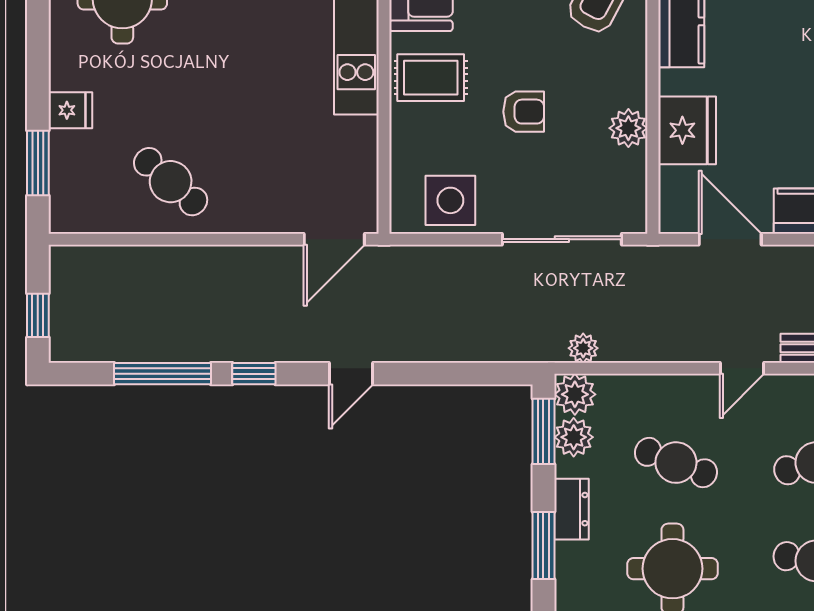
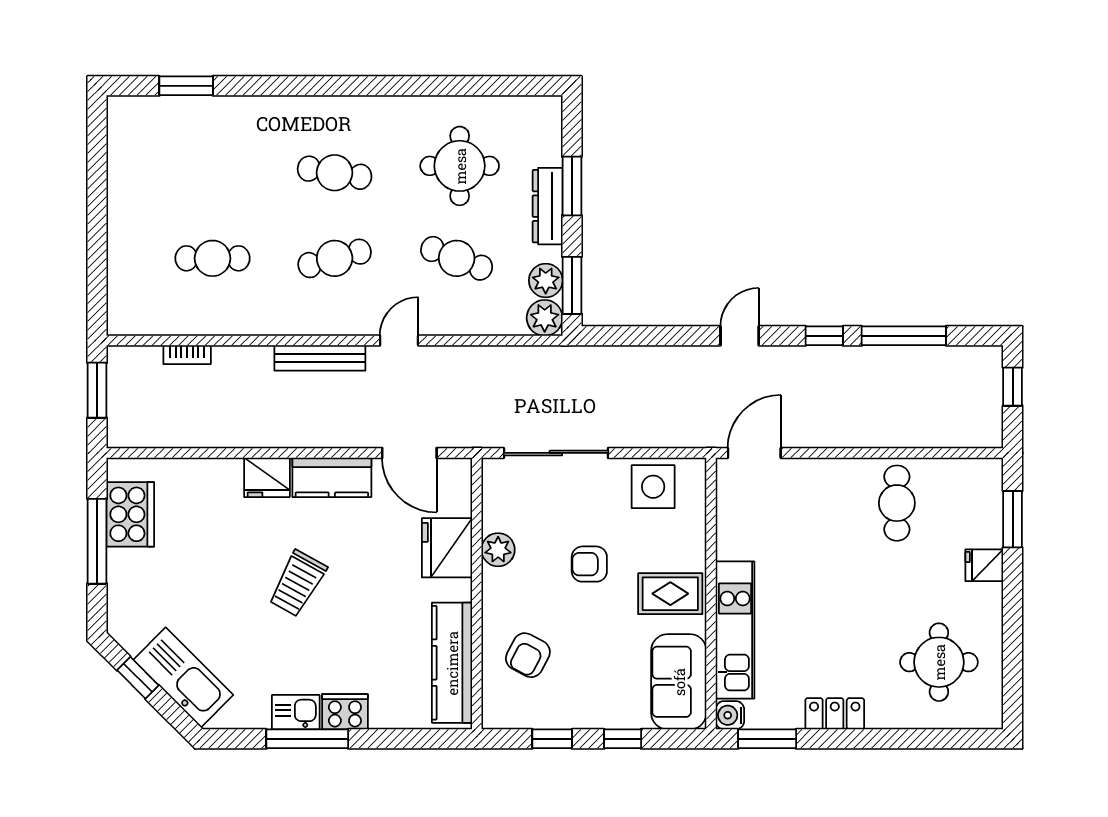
cafe table: (171, 182) -> (897, 503), turned 49
plant: (583, 348) -> (537, 358), removed
dresser: (571, 509) -> (548, 206), width x1.44

